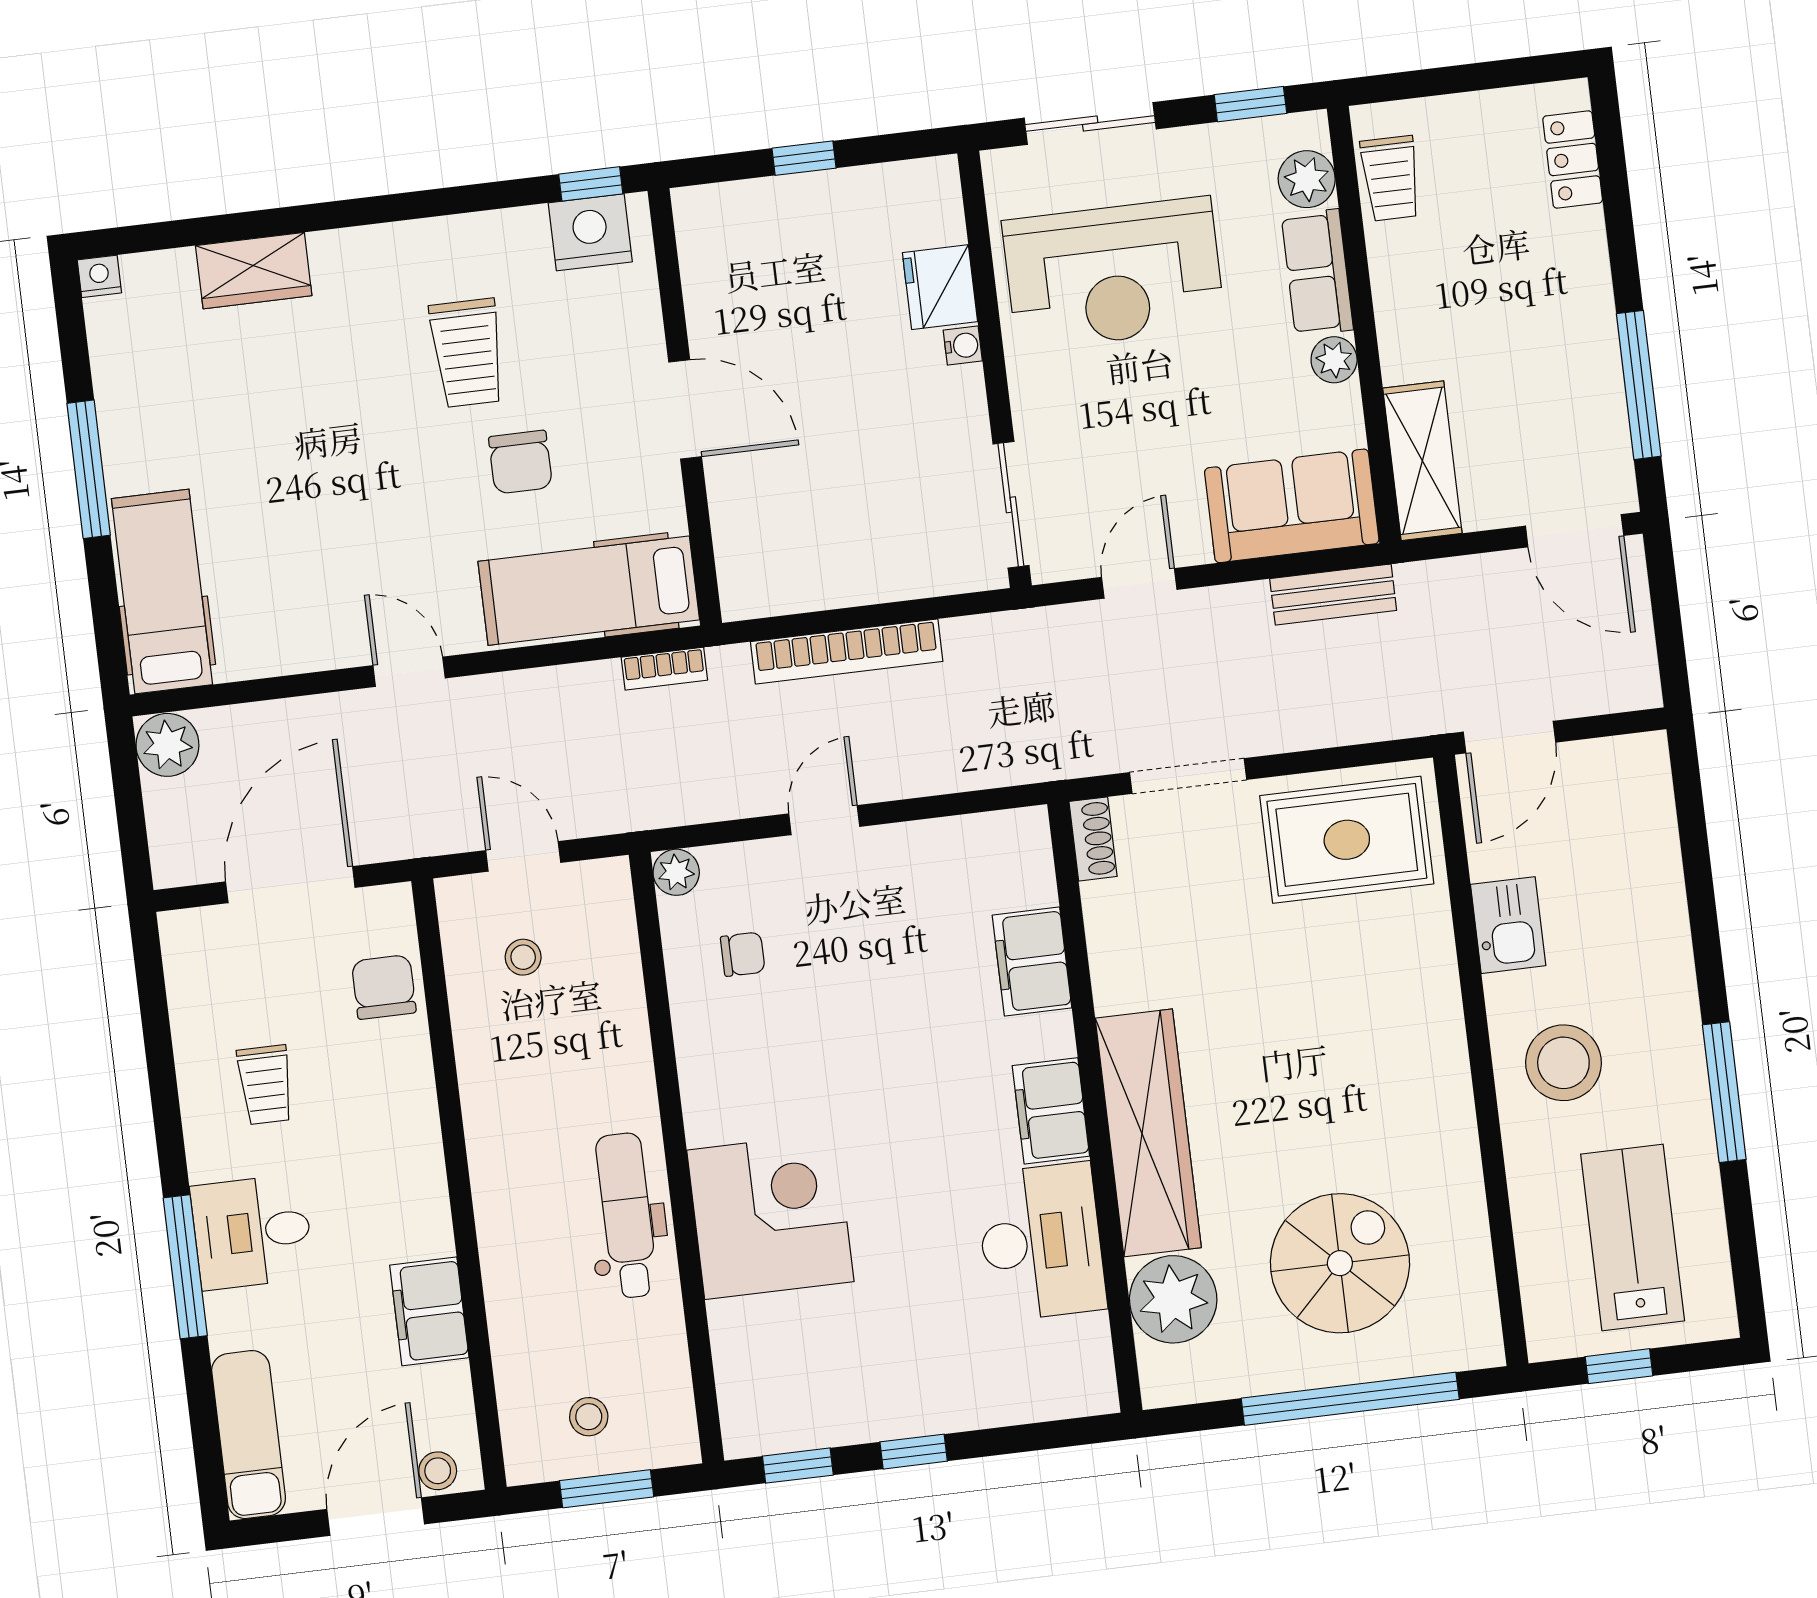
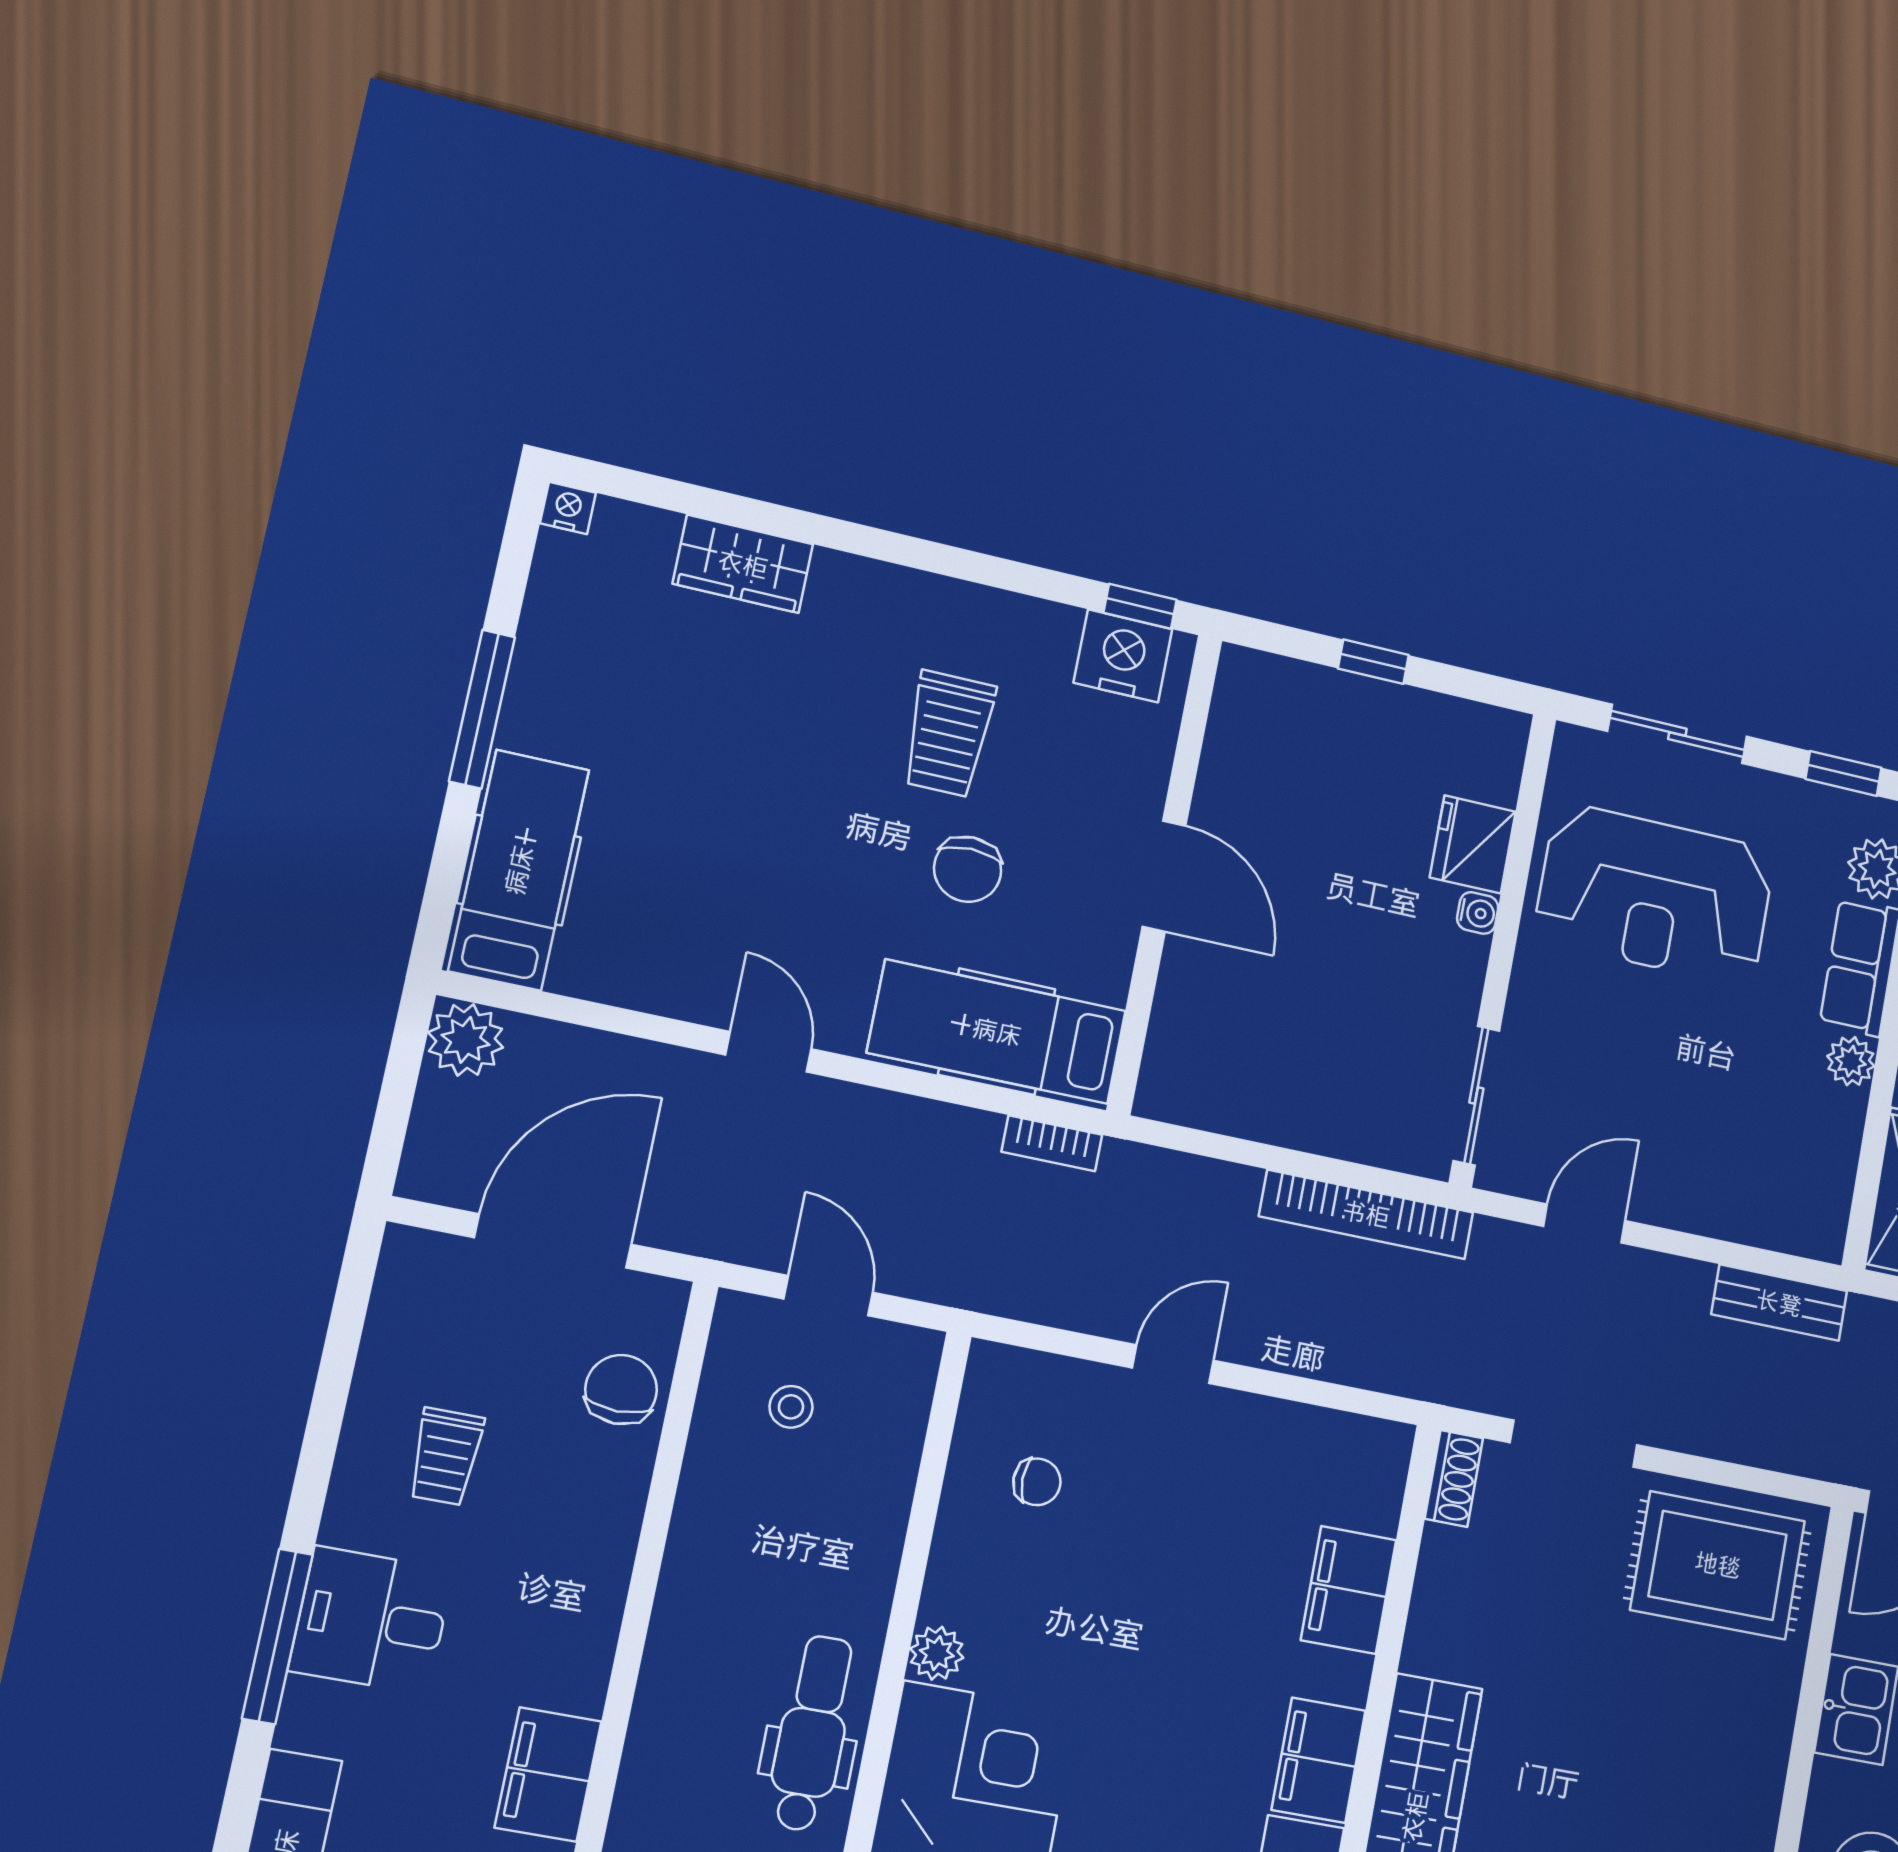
sofa: (1292, 506) -> (1764, 1196), removed
bookcase: (847, 651) -> (1366, 1214), moved
plant: (676, 872) -> (937, 1653), moved

